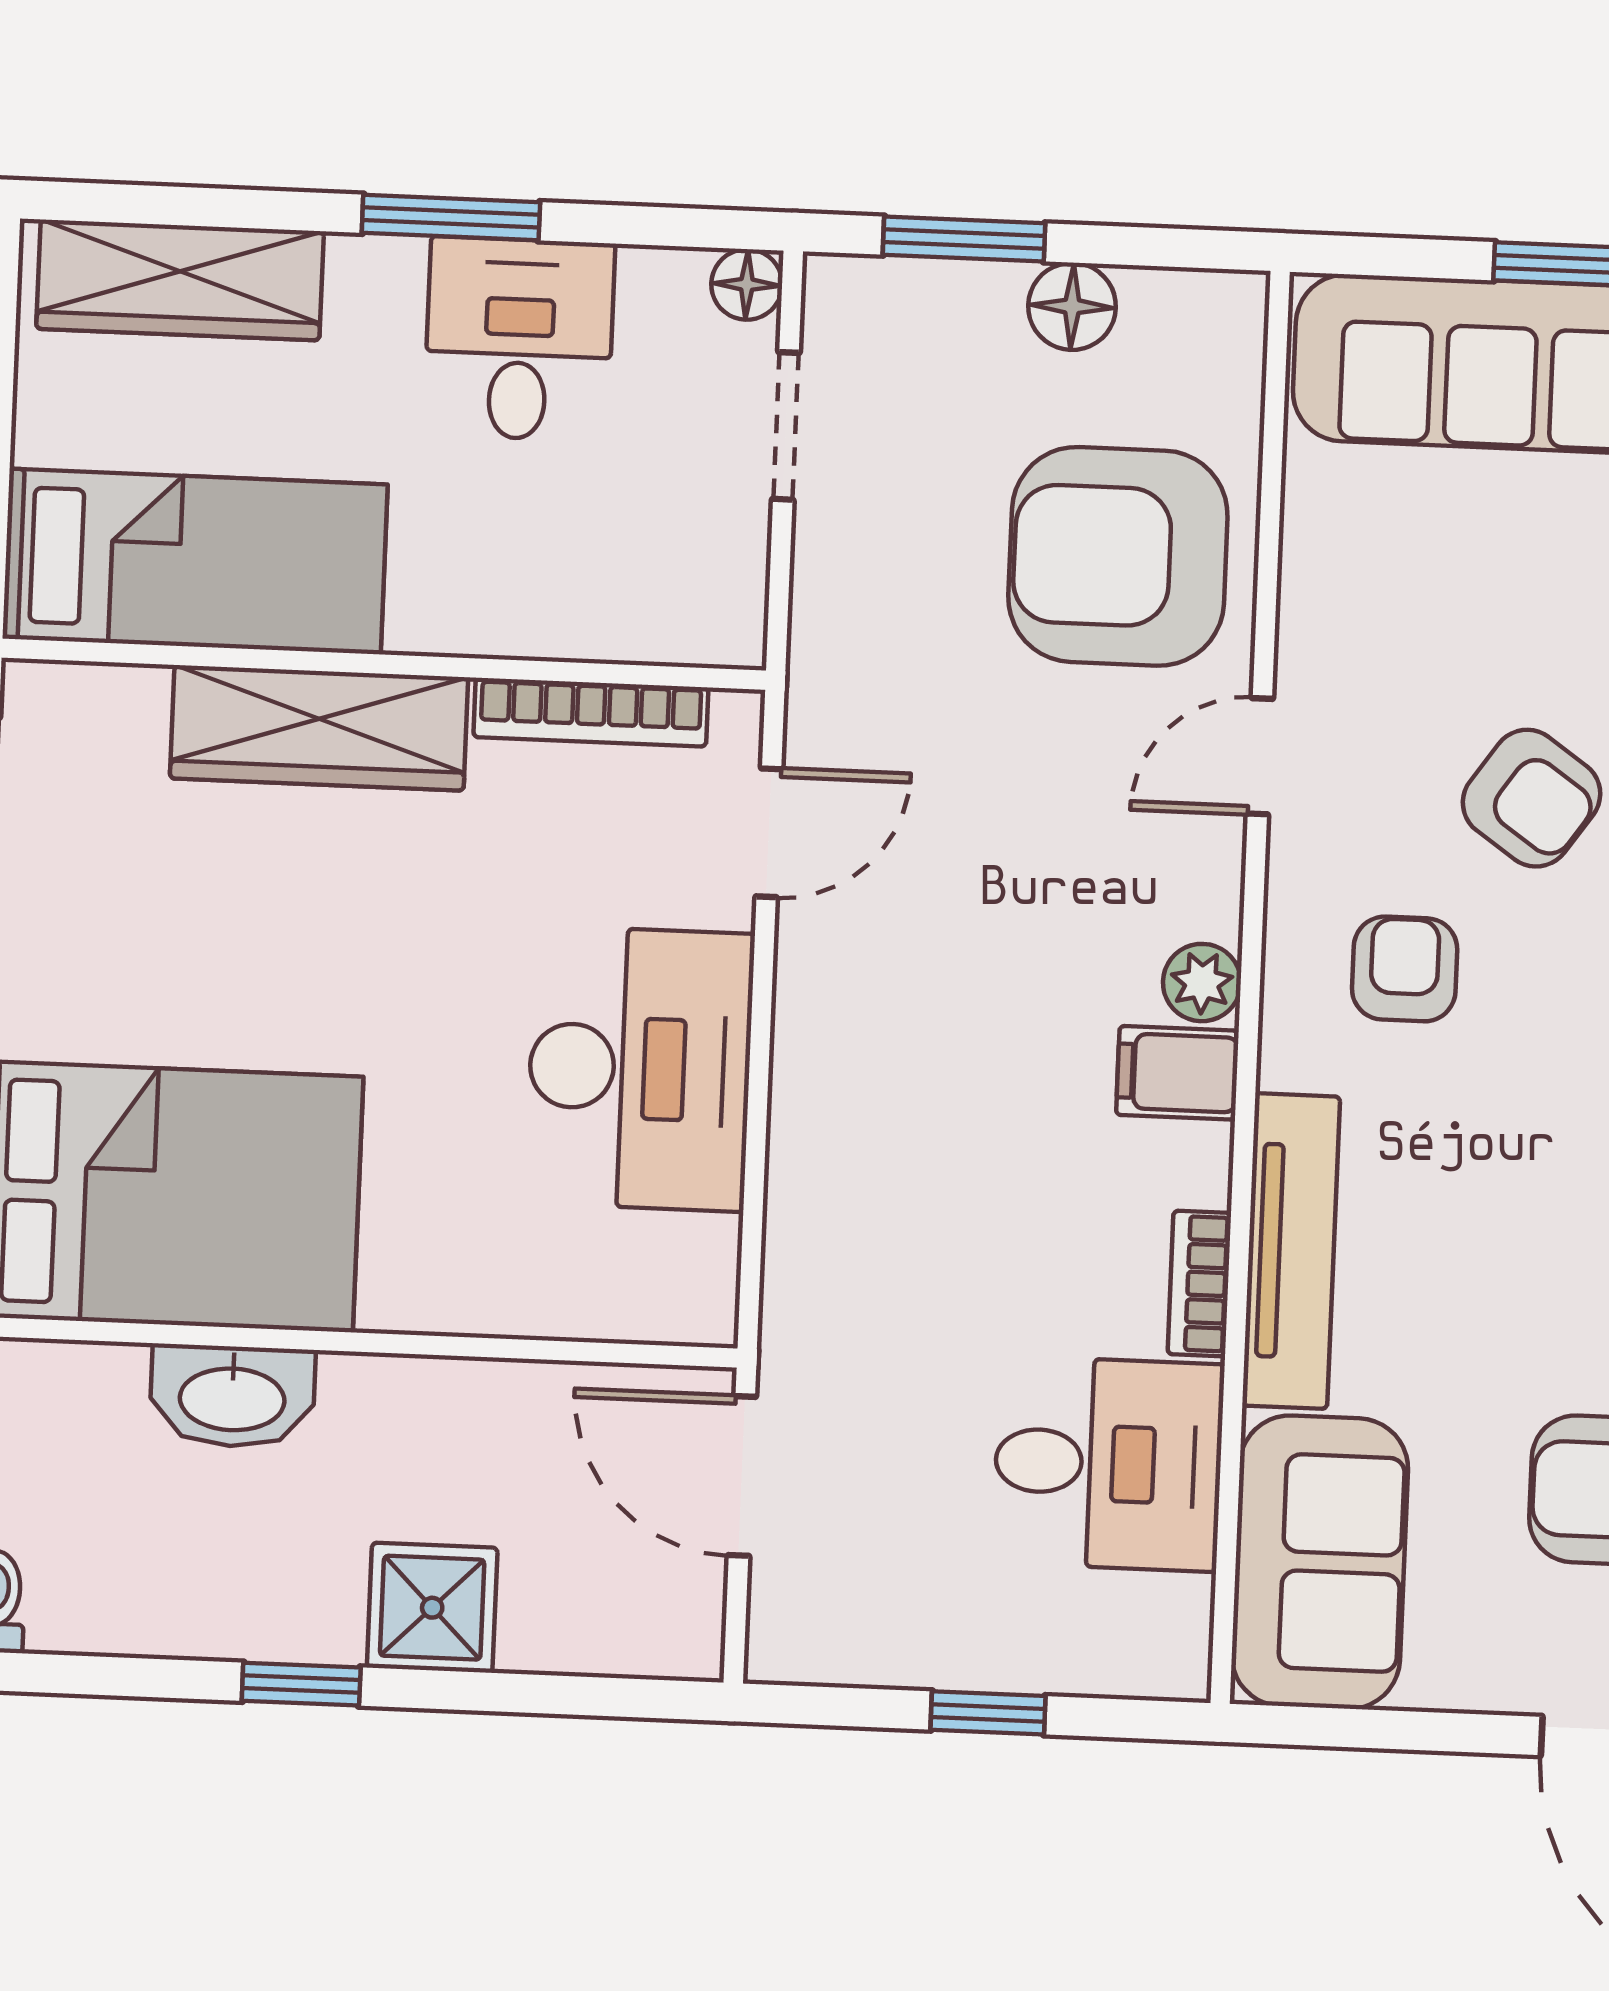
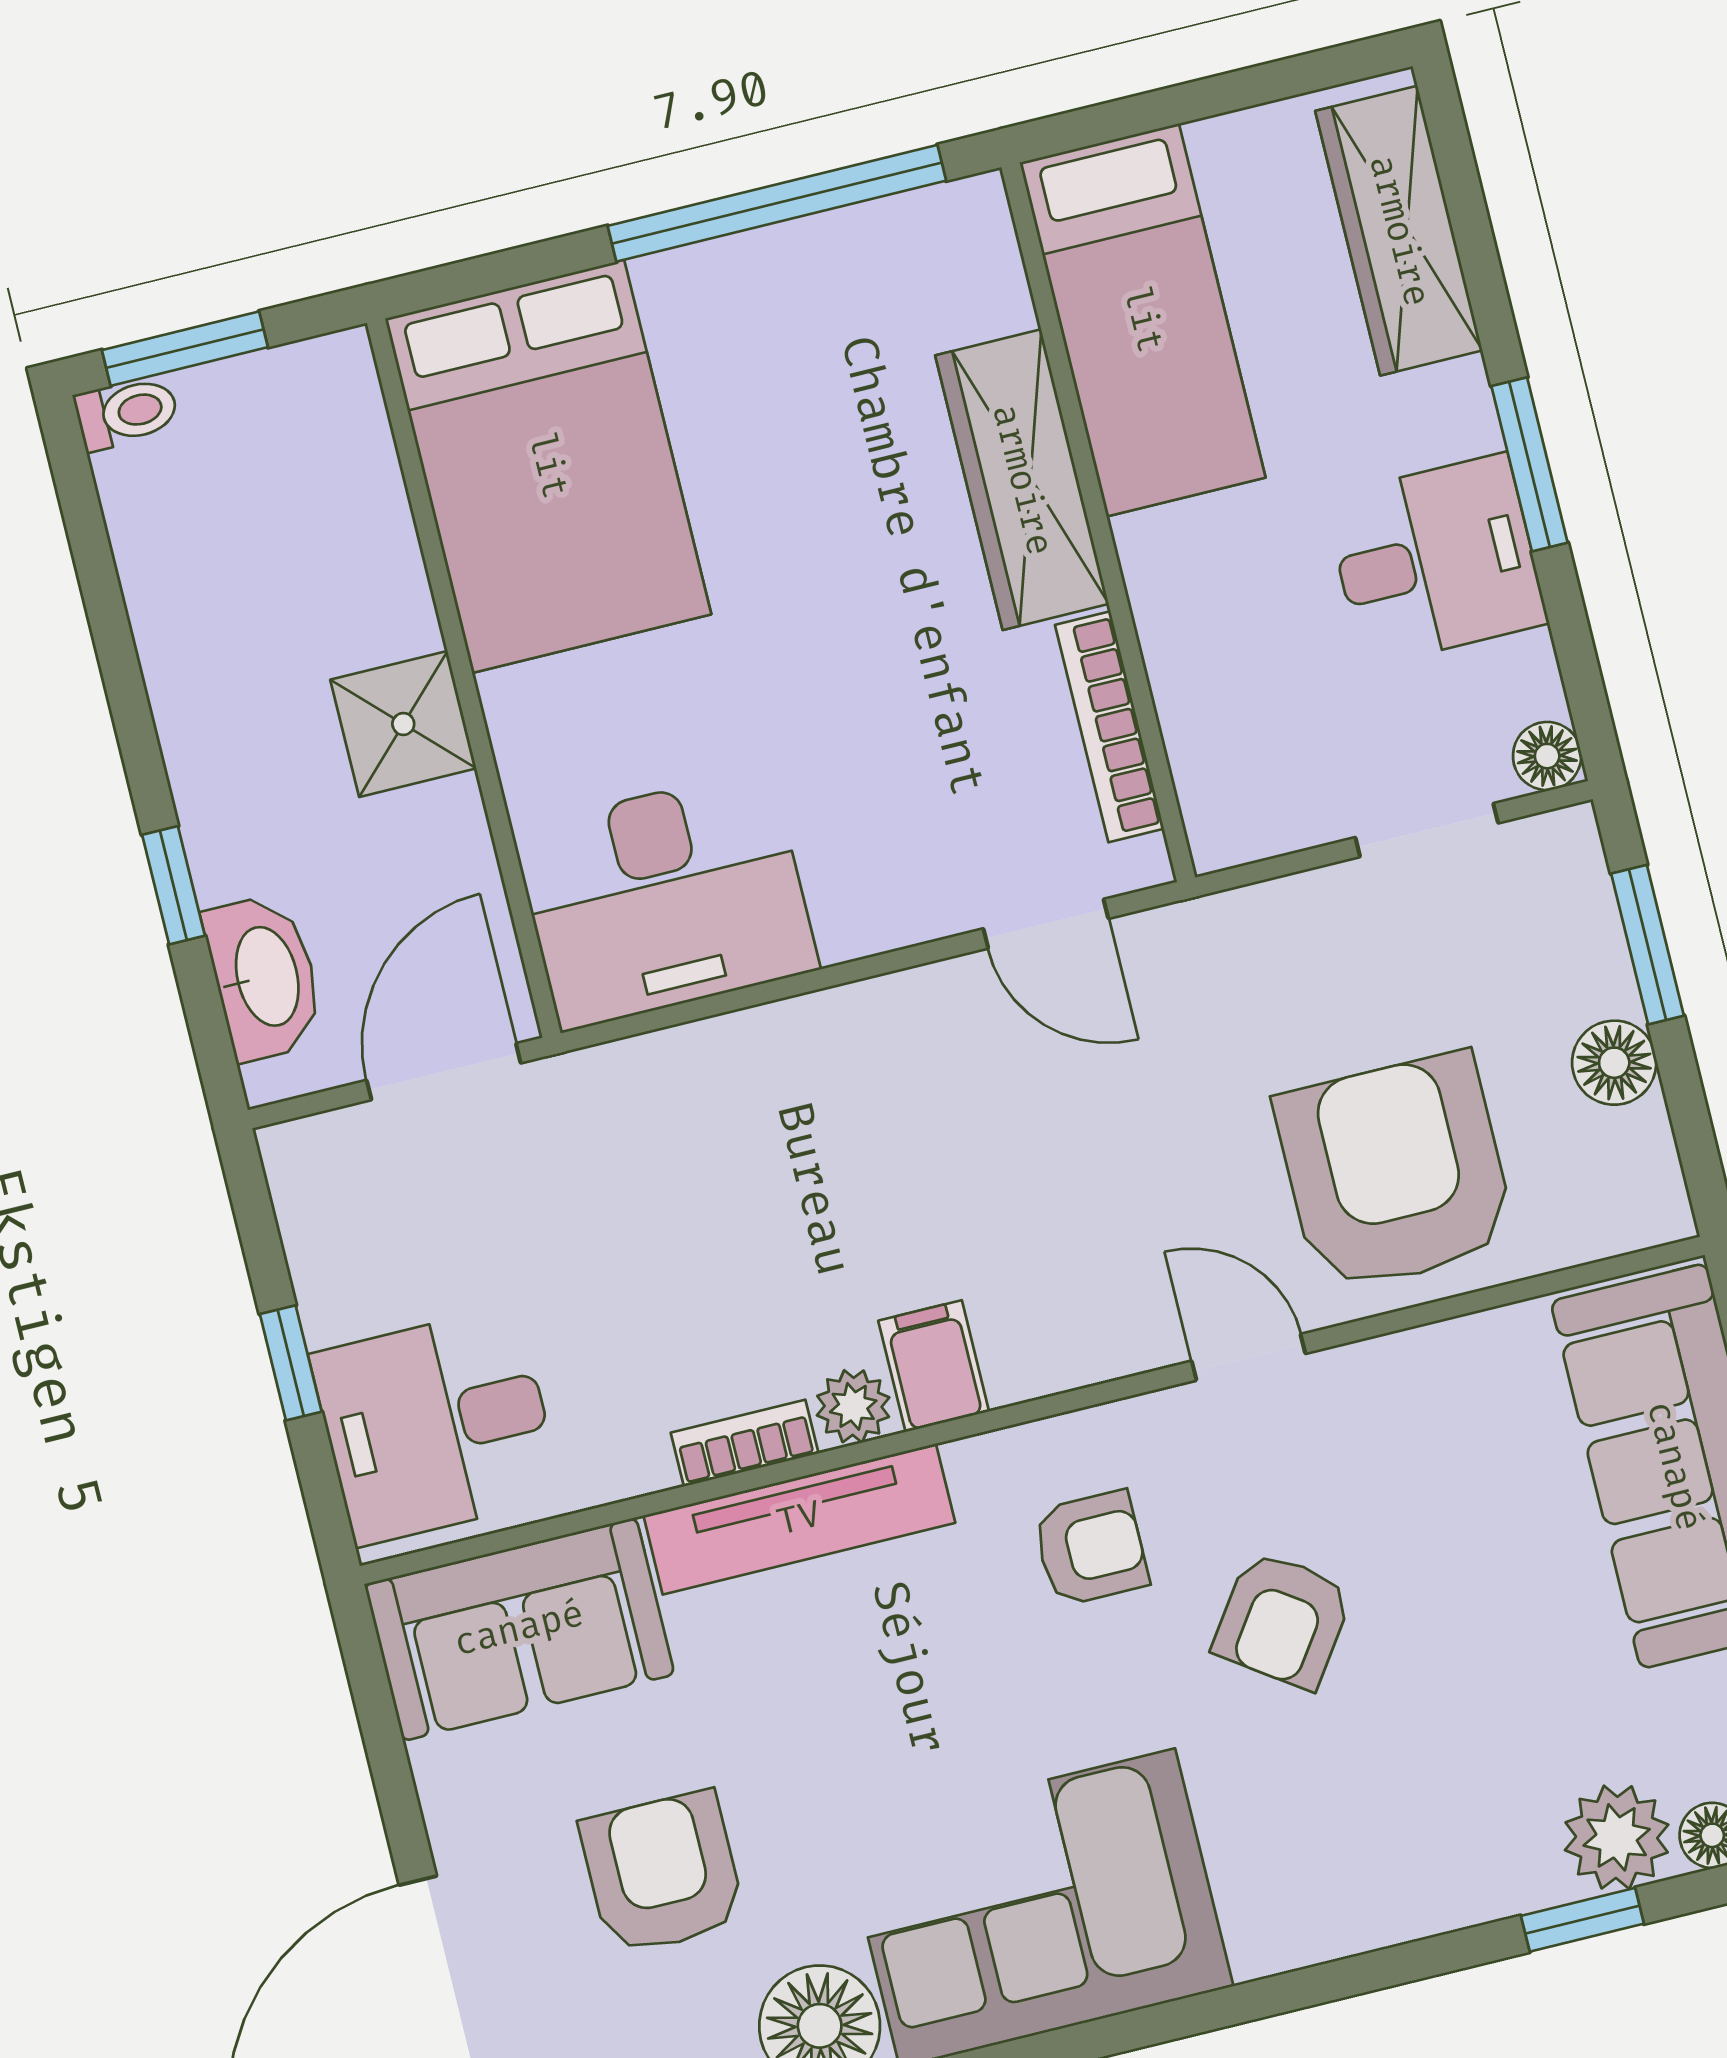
plant: (1202, 983) -> (853, 1406), moved
desk: (640, 1069) -> (666, 899), moved
washbasin: (232, 1396) -> (264, 977), moved, turned 180
desk: (1108, 1464) -> (436, 1426), moved, turned 90
shower: (432, 1608) -> (403, 724), moved
window: (301, 1684) -> (173, 885), moved

